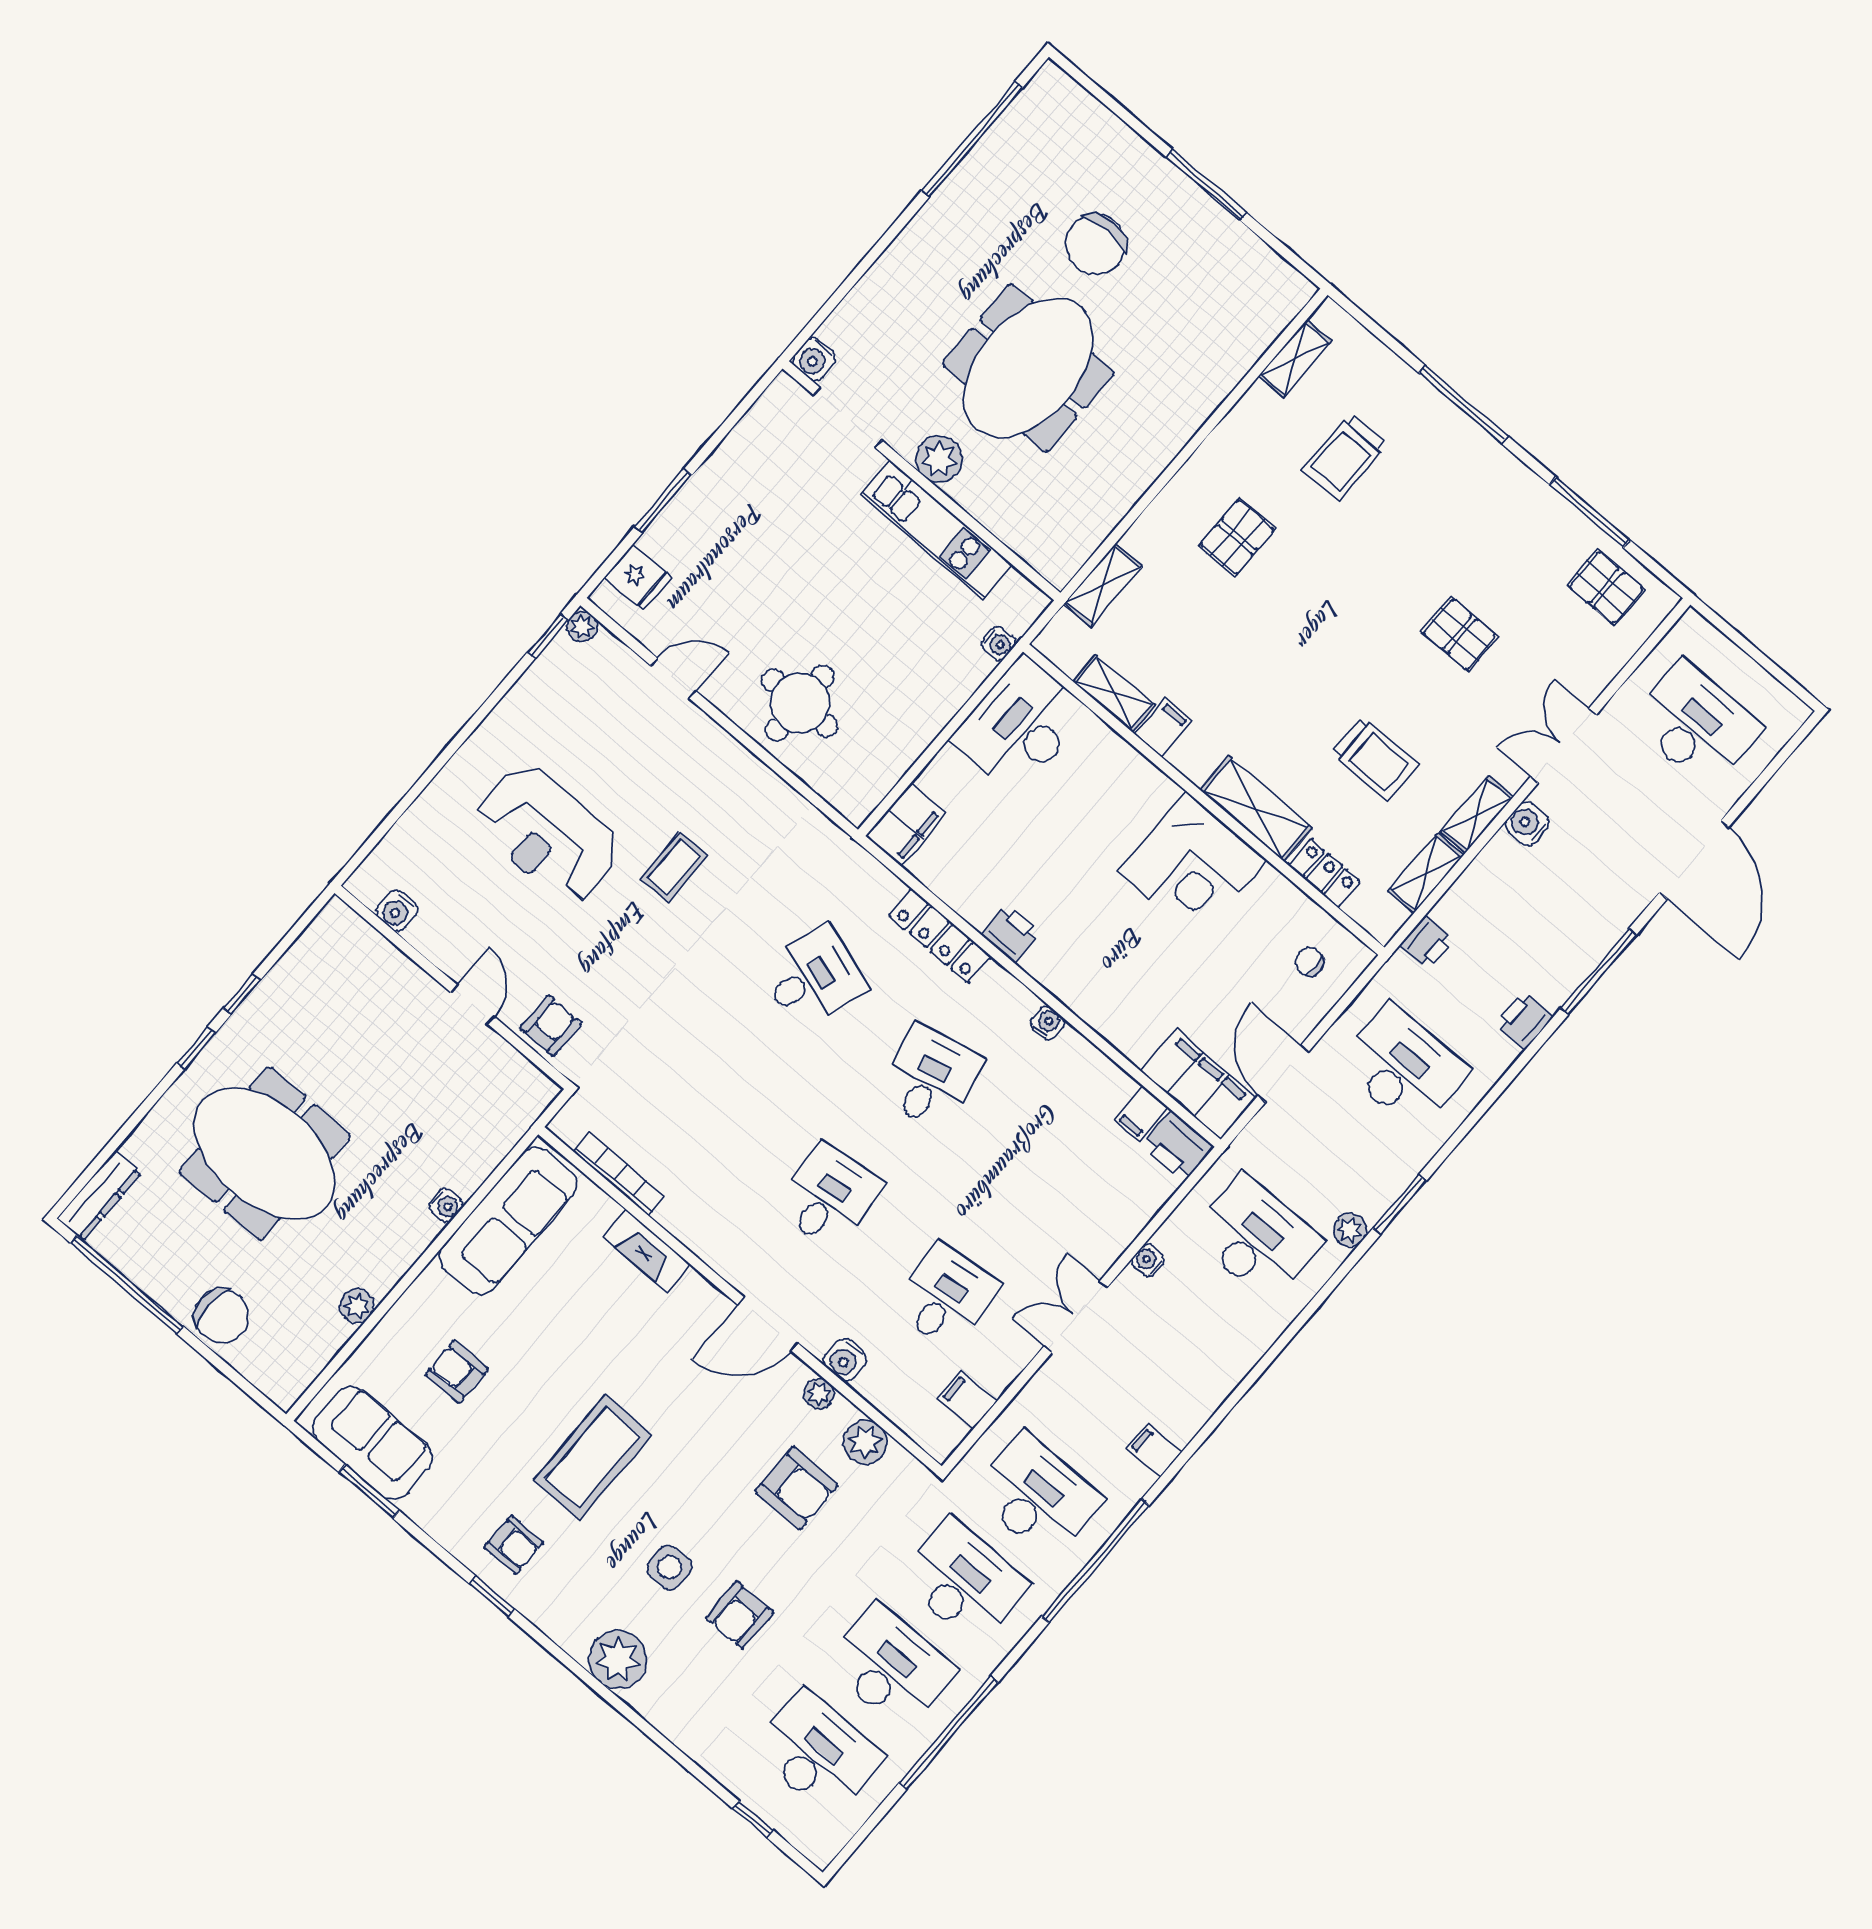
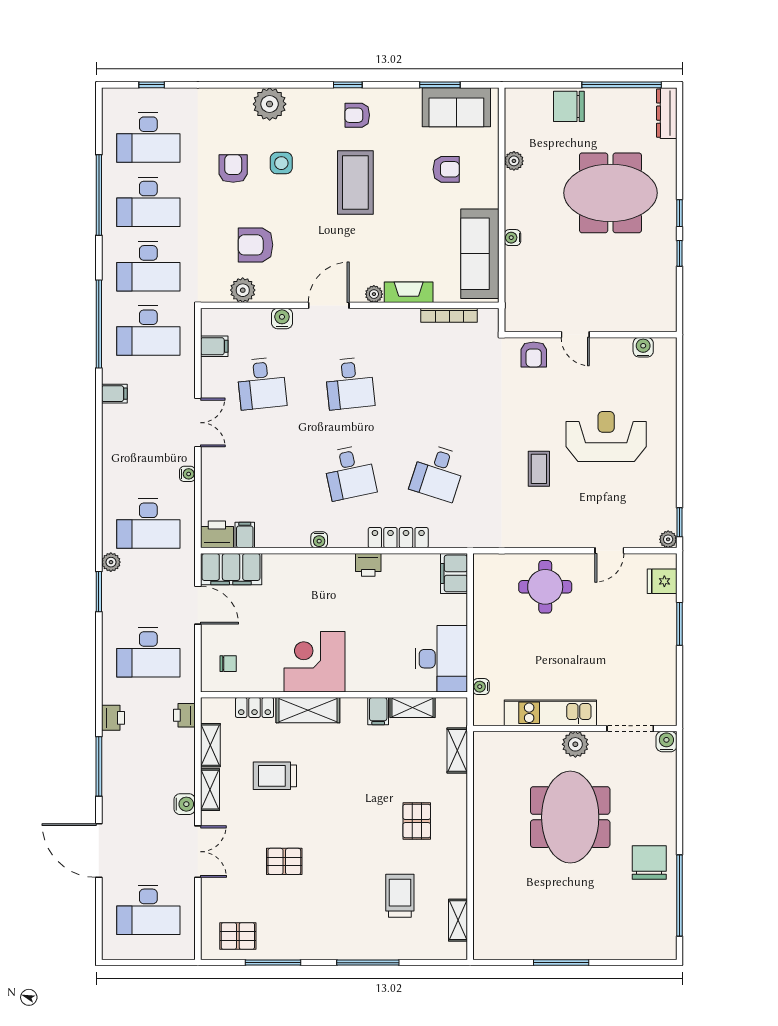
chair: (1096, 245) -> (649, 863), moved
plant: (819, 1394) -> (374, 294), moved

